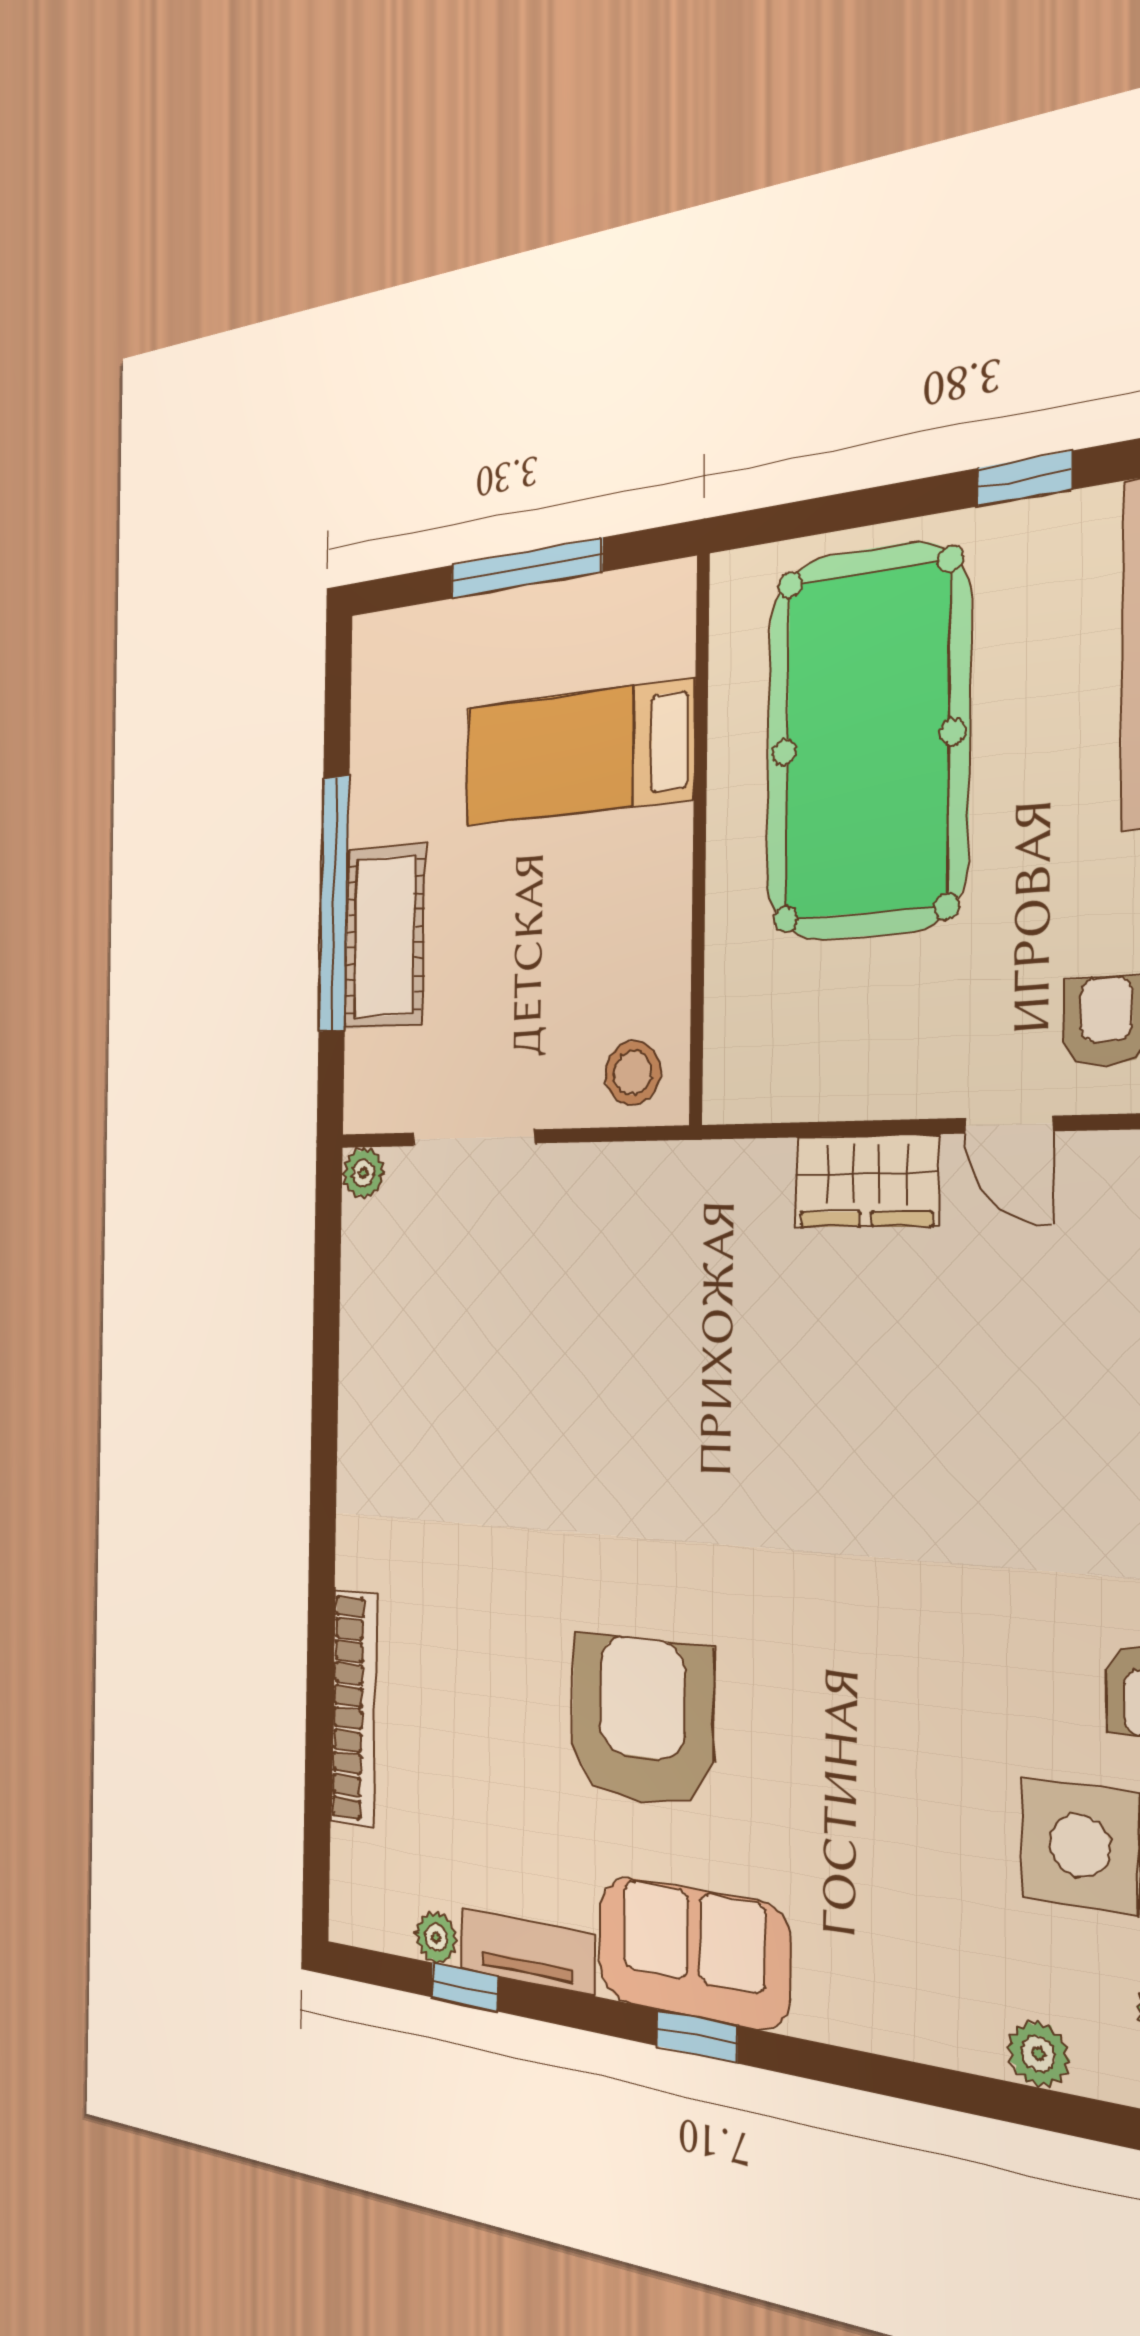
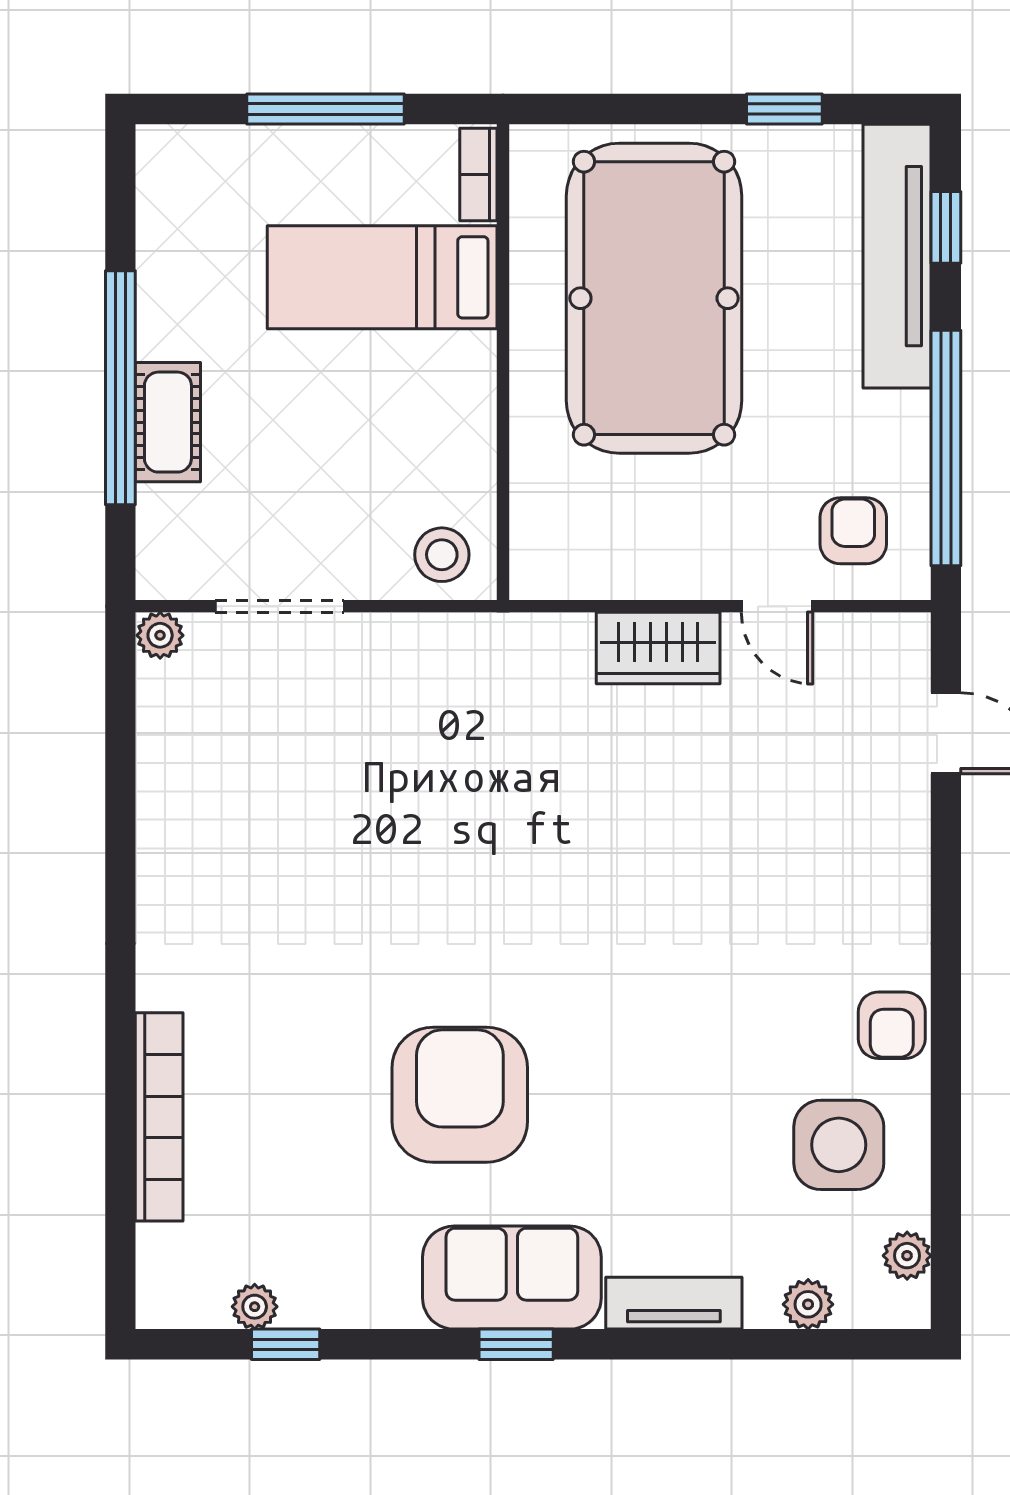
bookcase: (677, 619) -> (478, 175), added
cot: (385, 937) -> (168, 422), width x0.73, depth x0.75
tv unit: (527, 1951) -> (674, 1303), moved

